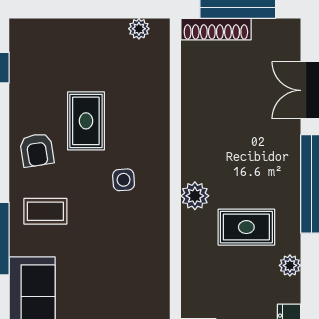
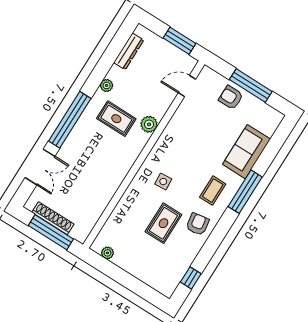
shoe rack: (216, 29) -> (53, 218), moved
plant: (195, 196) -> (149, 124), moved
coffee table: (45, 211) -> (213, 191), turned 90

